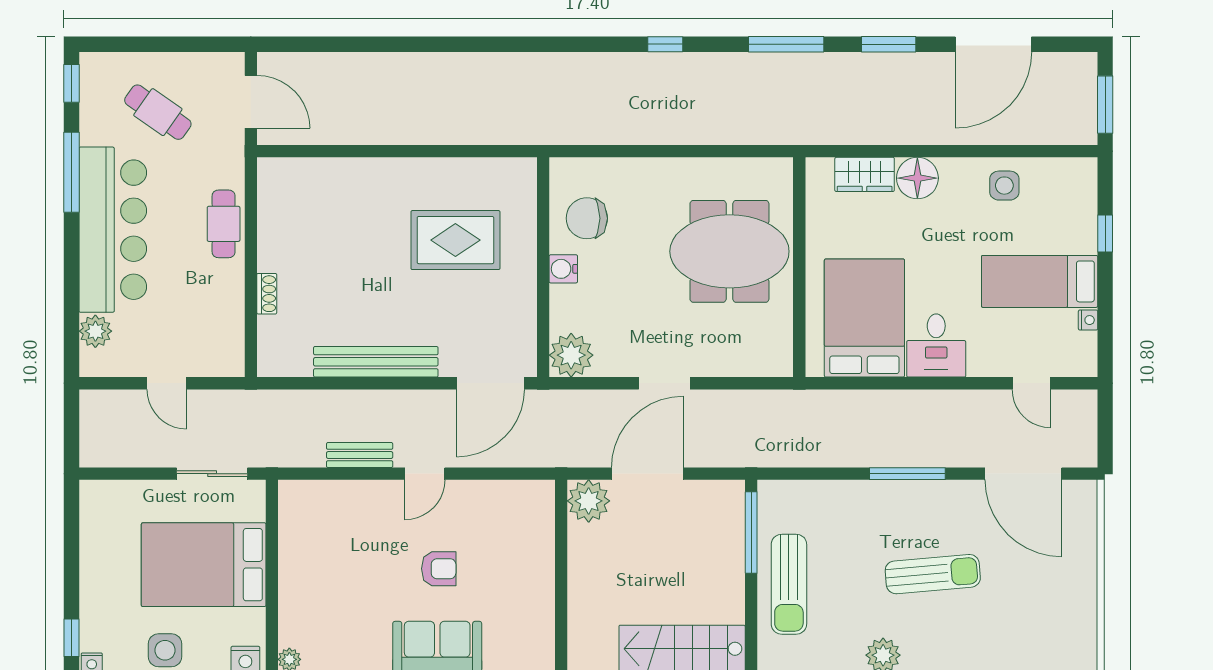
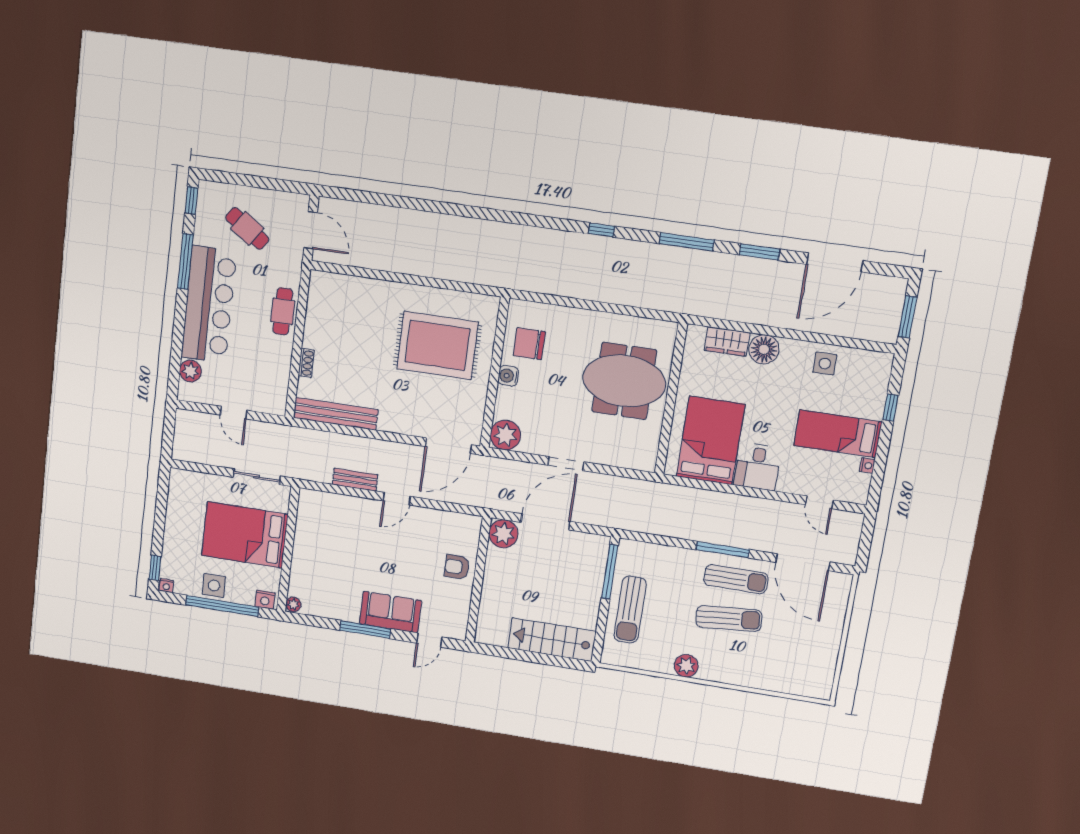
rug: (455, 240) -> (438, 345), width x1.37, depth x1.44
bench: (376, 362) -> (336, 414), moved
sun lounger: (933, 514) -> (736, 579), added
armchair: (439, 569) -> (457, 567), moved, turned 180

